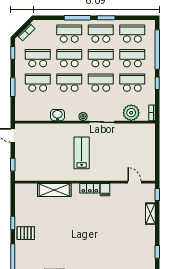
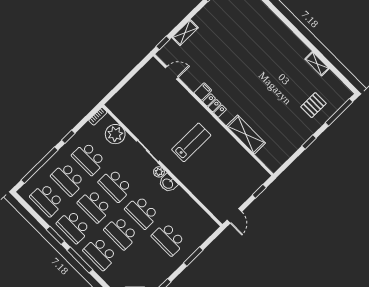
school desk: (38, 58) -> (148, 260), removed
washbasin: (57, 115) -> (168, 183), moved
lab bench: (82, 153) -> (191, 142), turned 180
door: (134, 182) -> (172, 73), swing flipped
pallet: (26, 233) -> (313, 105), moved, turned 90

